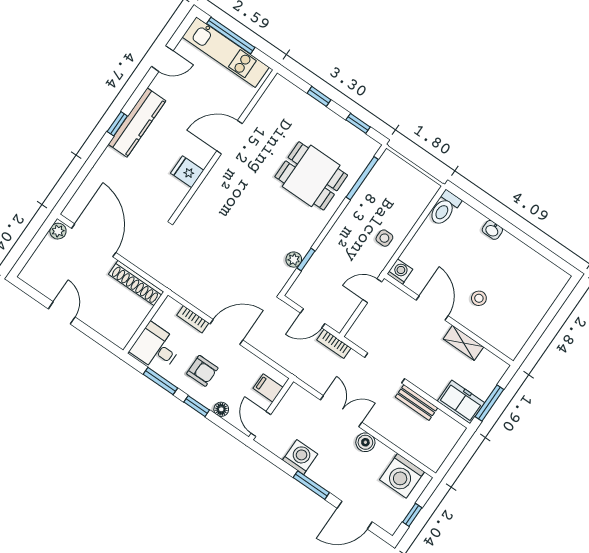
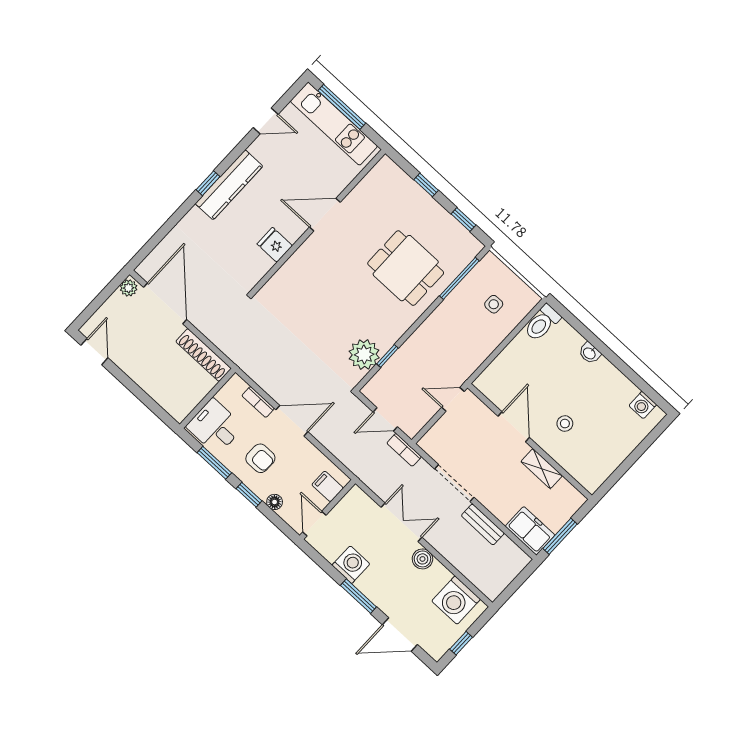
side table: (384, 238) -> (494, 304), moved
plant: (294, 260) -> (364, 355), width x1.88, depth x1.88
washing machine: (400, 272) -> (643, 405), moved, turned 180
door: (62, 313) -> (94, 352), moved

